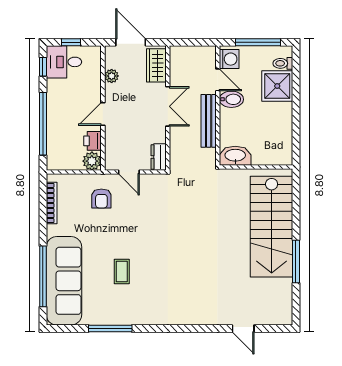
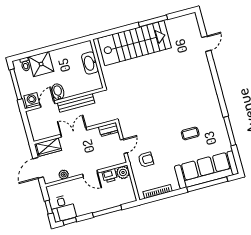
window: (43, 124) -> (107, 211), width x0.68
washbasin: (235, 156) -> (90, 63), moved

